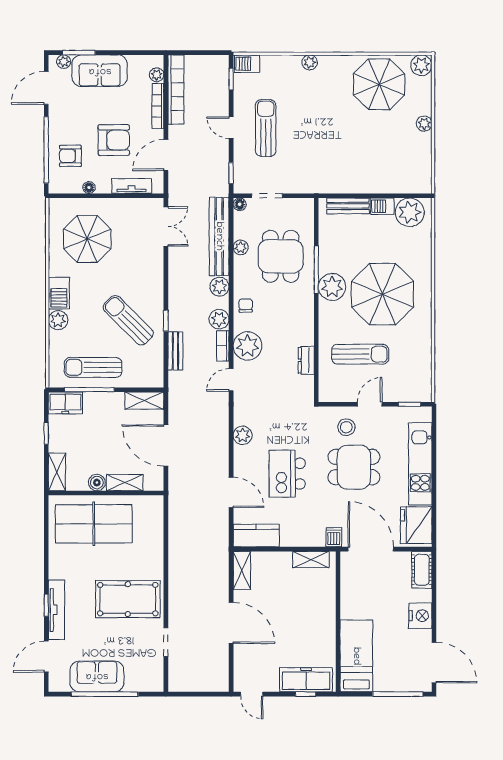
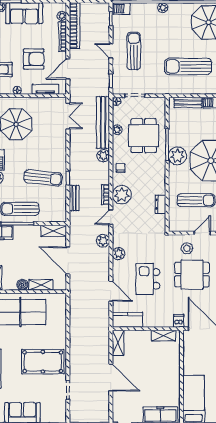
sun lounger: (348, 151) -> (188, 66), added
plant: (219, 319) -> (103, 241), moved
sun lounger: (128, 320) -> (43, 178), turned 141

